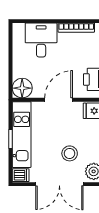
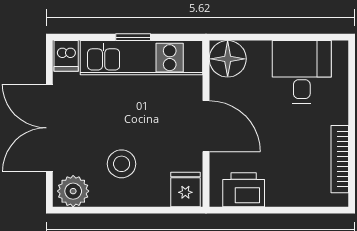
desk: (41, 40) -> (302, 72), moved, turned -90
stool: (70, 153) -> (122, 164), moved

